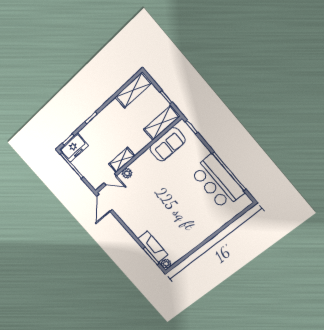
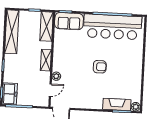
shelving: (133, 90) -> (12, 32), width x1.47
sofa: (168, 144) -> (69, 21), moved, turned 90
shelving: (122, 160) -> (46, 60), moved
bar counter: (217, 182) -> (112, 27), width x1.36
armchair: (171, 203) -> (100, 67), added

